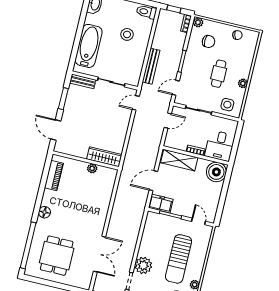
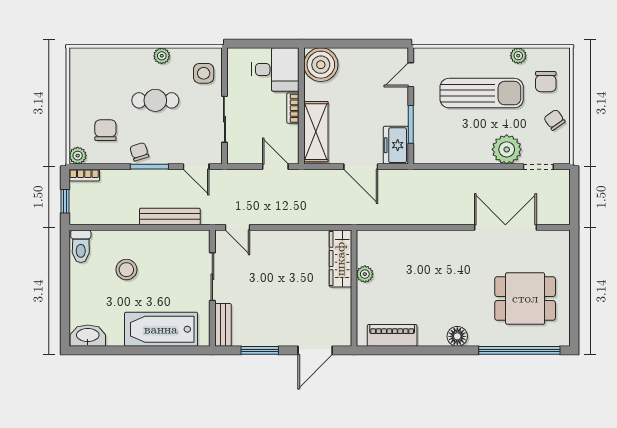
chair: (237, 35) -> (139, 152), moved
door: (168, 121) -> (275, 167), moved

